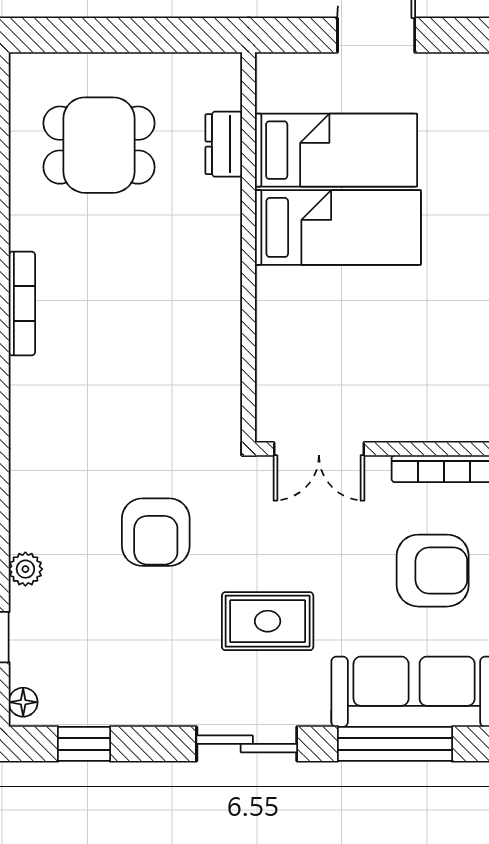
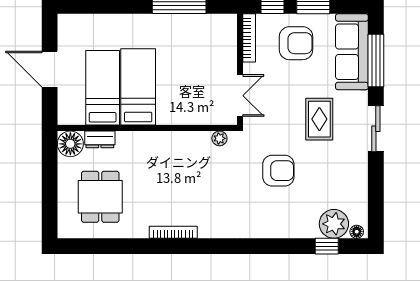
floor lamp: (214, 80) -> (70, 144), added
plant: (226, 404) -> (219, 138), added
plant: (25, 569) -> (334, 224), moved, width x1.87, depth x1.87
armchair: (433, 571) -> (296, 43), turned 90
window: (84, 744) -> (376, 204), removed

